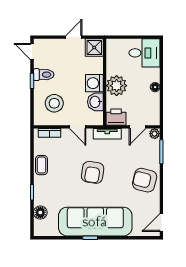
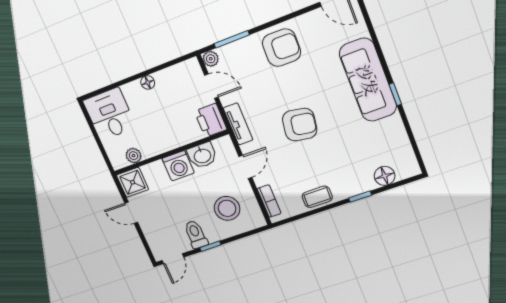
plant: (117, 86) -> (134, 156), moved, width x0.53, depth x0.53
armchair: (145, 180) -> (281, 48), turned -103
sofa: (95, 222) -> (368, 80), width x0.74, depth x0.79

